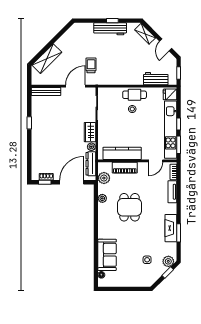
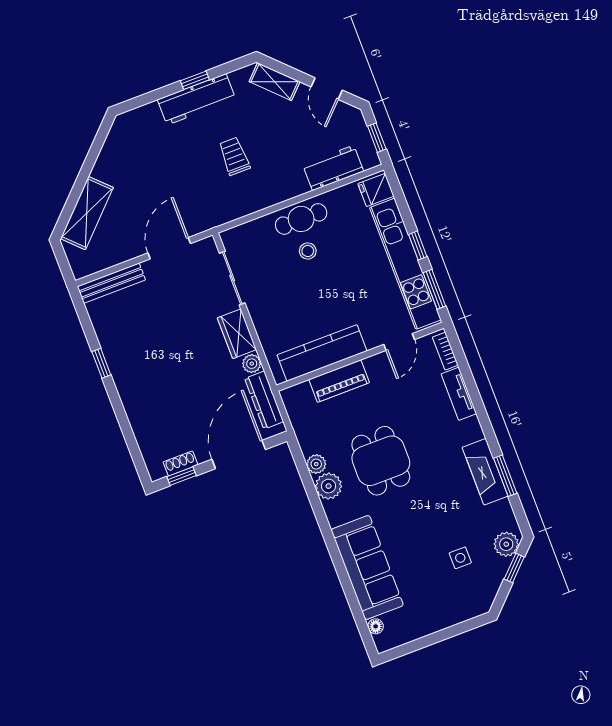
trolley: (91, 65) -> (234, 156), moved
plant: (104, 178) -> (329, 486), moved
sofa: (107, 255) -> (367, 567), width x1.36

